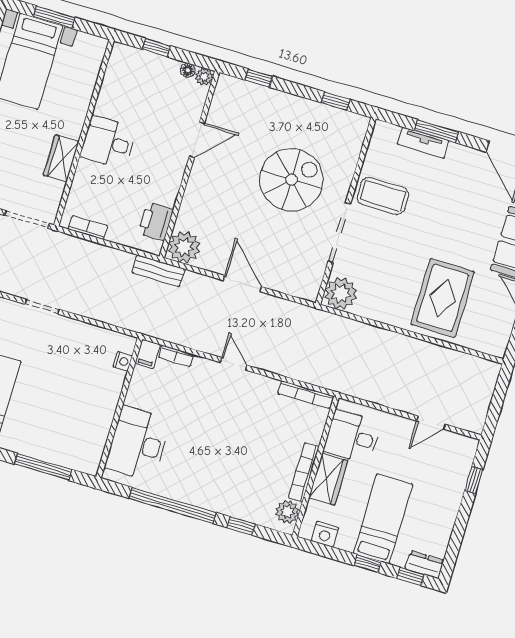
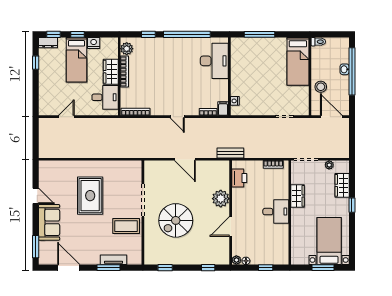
plant: (184, 247) -> (221, 199), moved
plant: (341, 293) -> (133, 169), removed
rug: (443, 298) -> (90, 196), moved
window: (474, 480) -> (36, 63), moved
nightstand: (325, 534) -> (94, 43), moved

